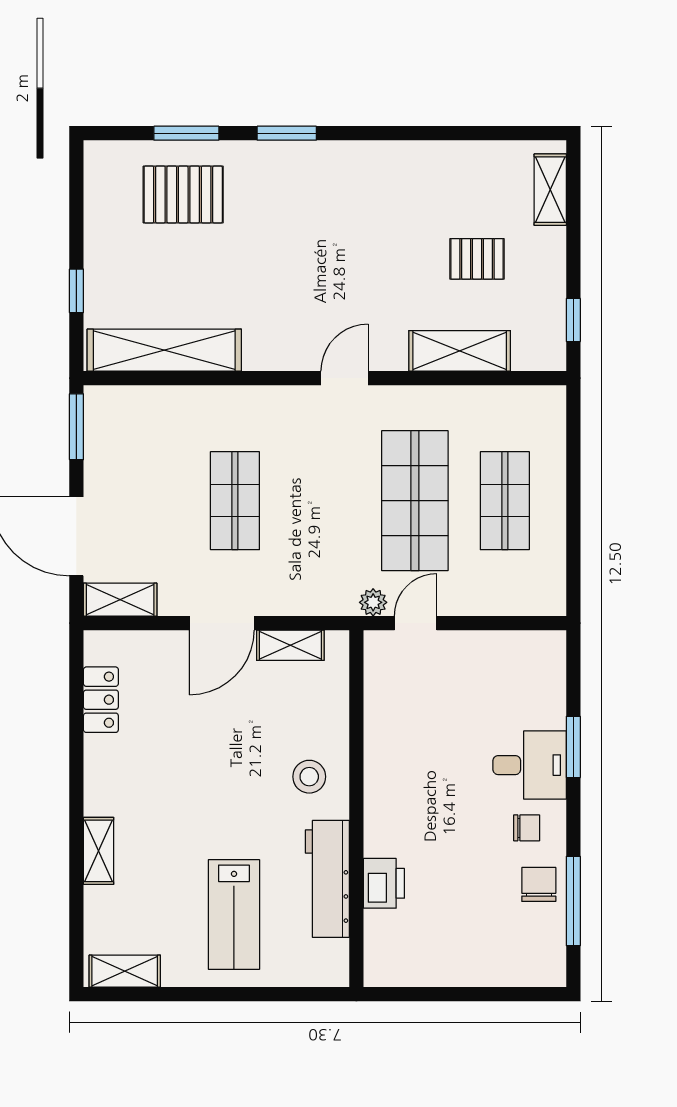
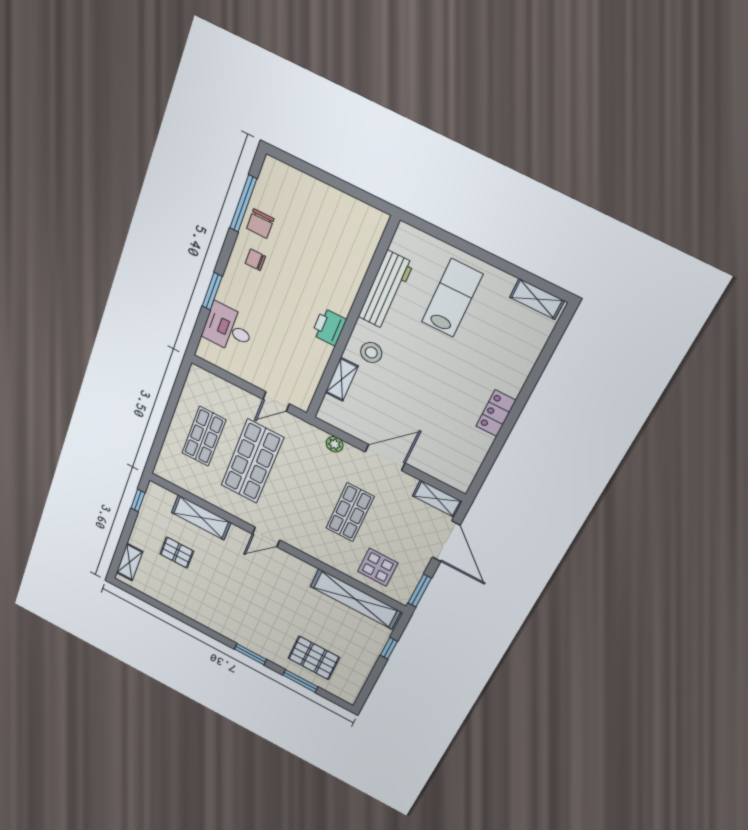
display table: (155, 430) -> (378, 567), added
plant: (373, 602) -> (335, 444), moved
shelving: (290, 645) -> (342, 379), moved, turned 90
locker: (101, 700) -> (496, 413), moved
desk: (530, 765) -> (228, 329), moved
shelving: (98, 851) -> (517, 376), removed
printer: (384, 883) -> (329, 327), moved

